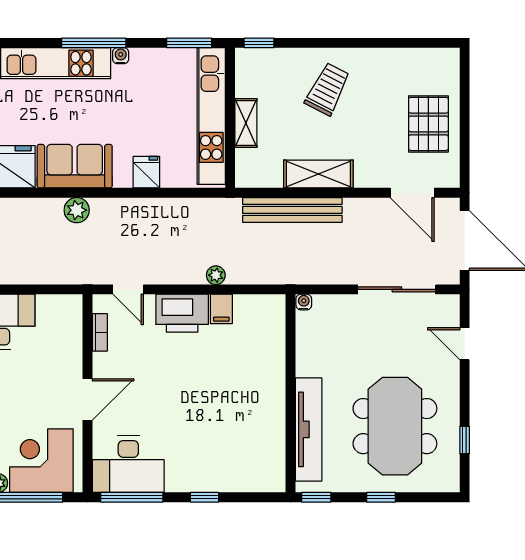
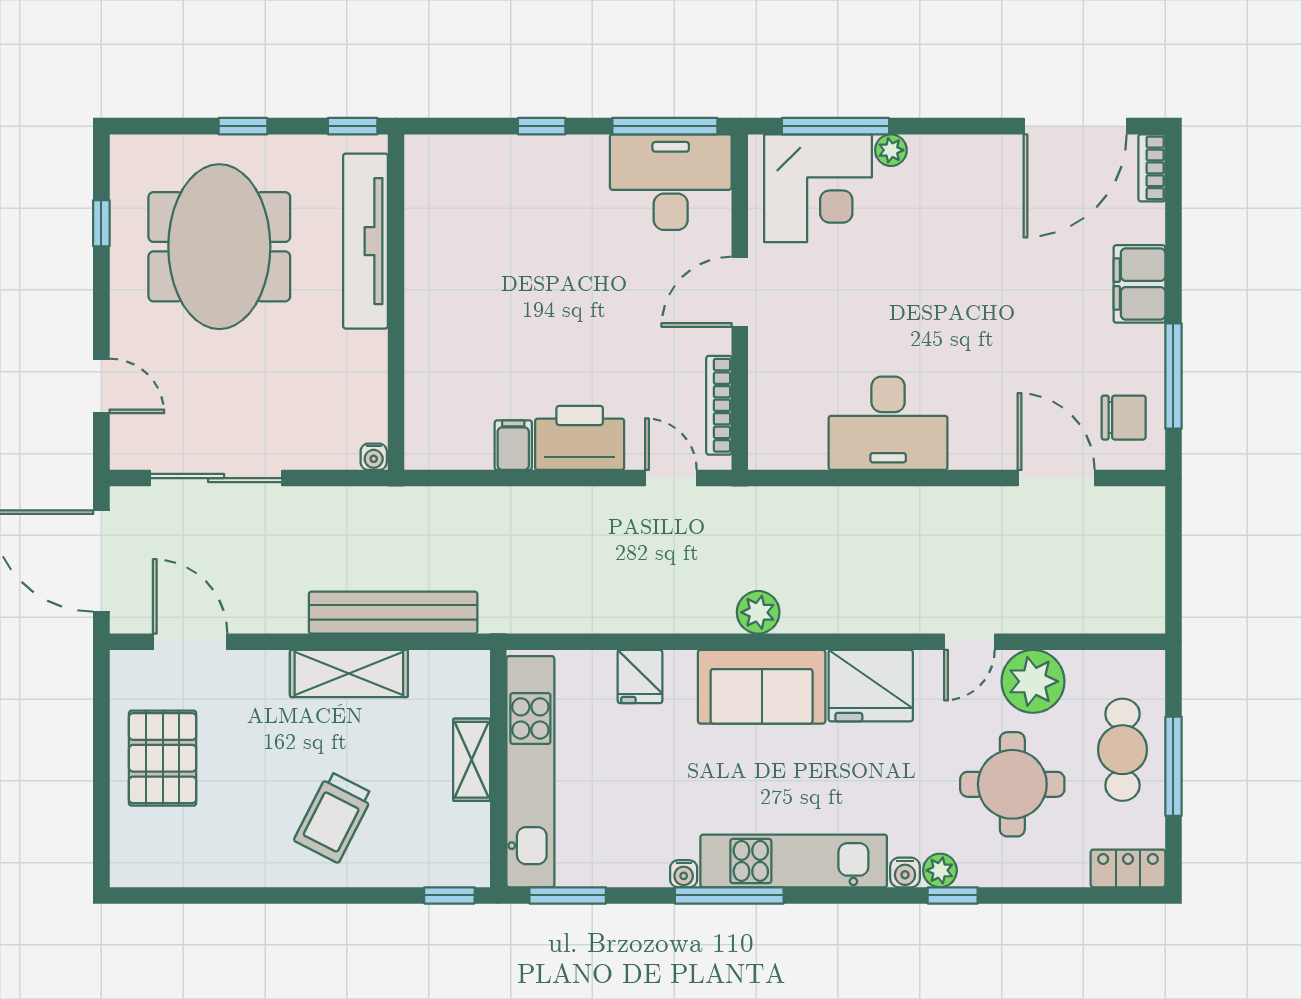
plant: (216, 275) -> (523, 502), removed
bookcase: (100, 332) -> (719, 405), width x1.56

